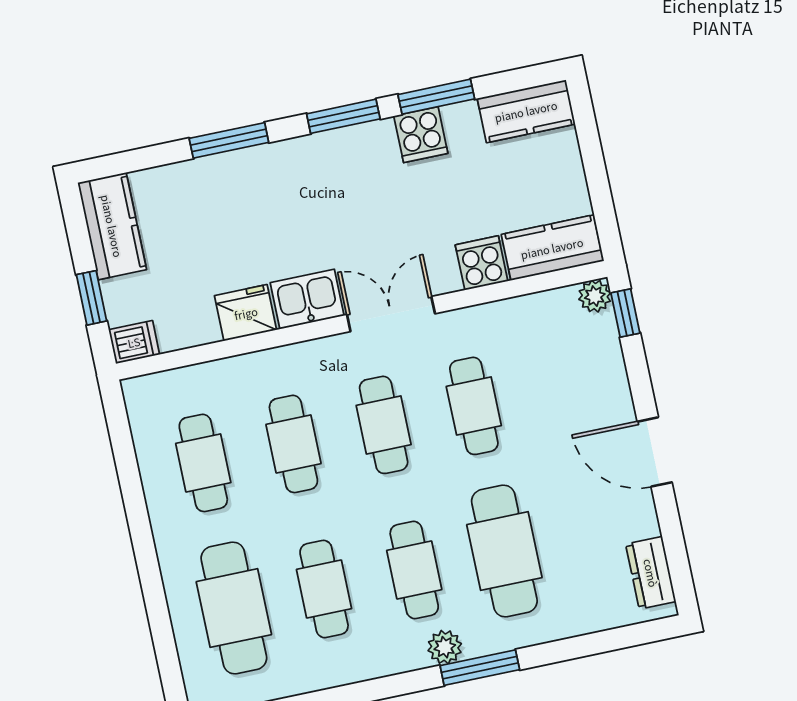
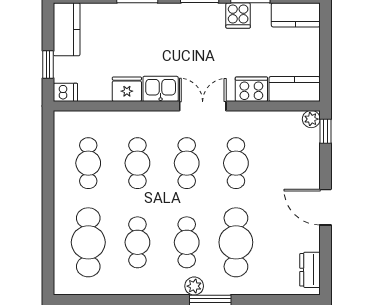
cooker: (482, 263) -> (251, 89), width x1.36

